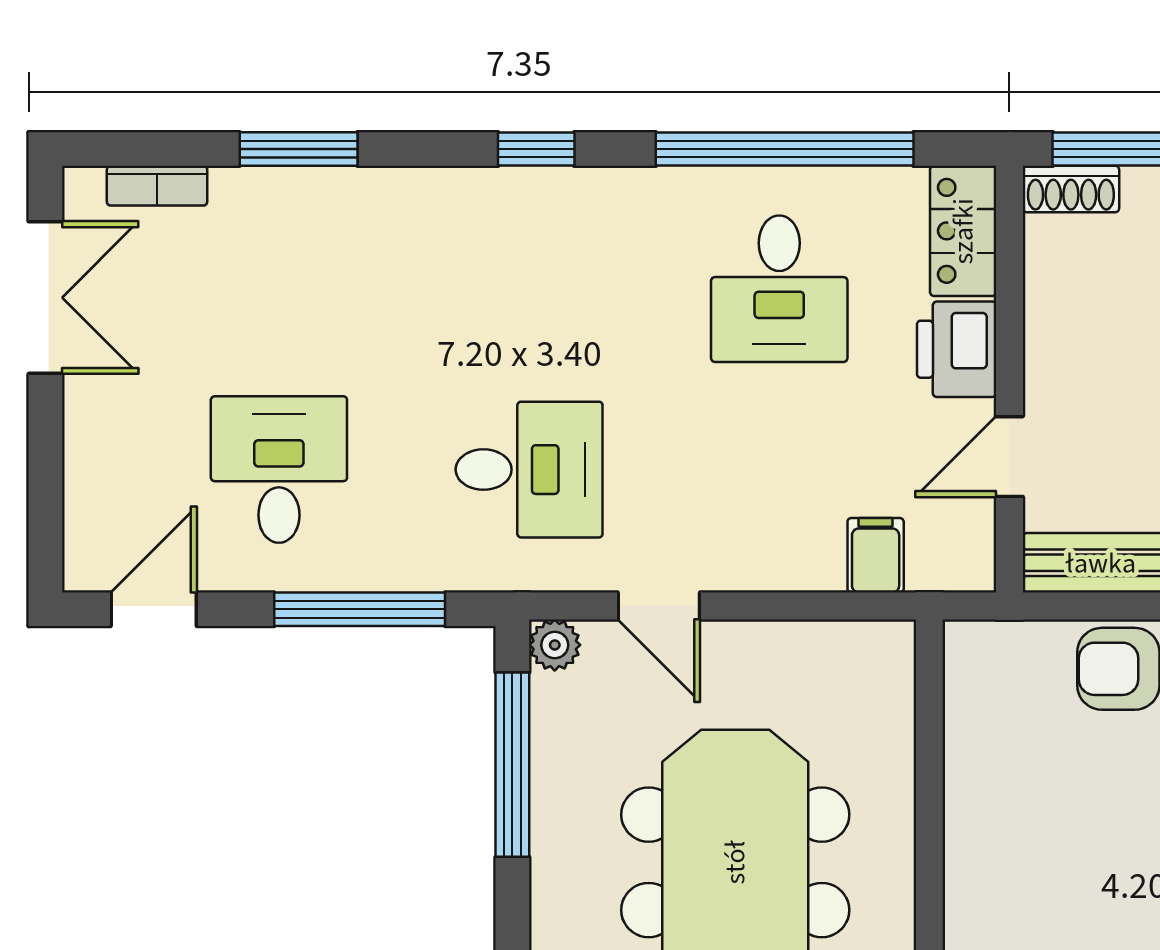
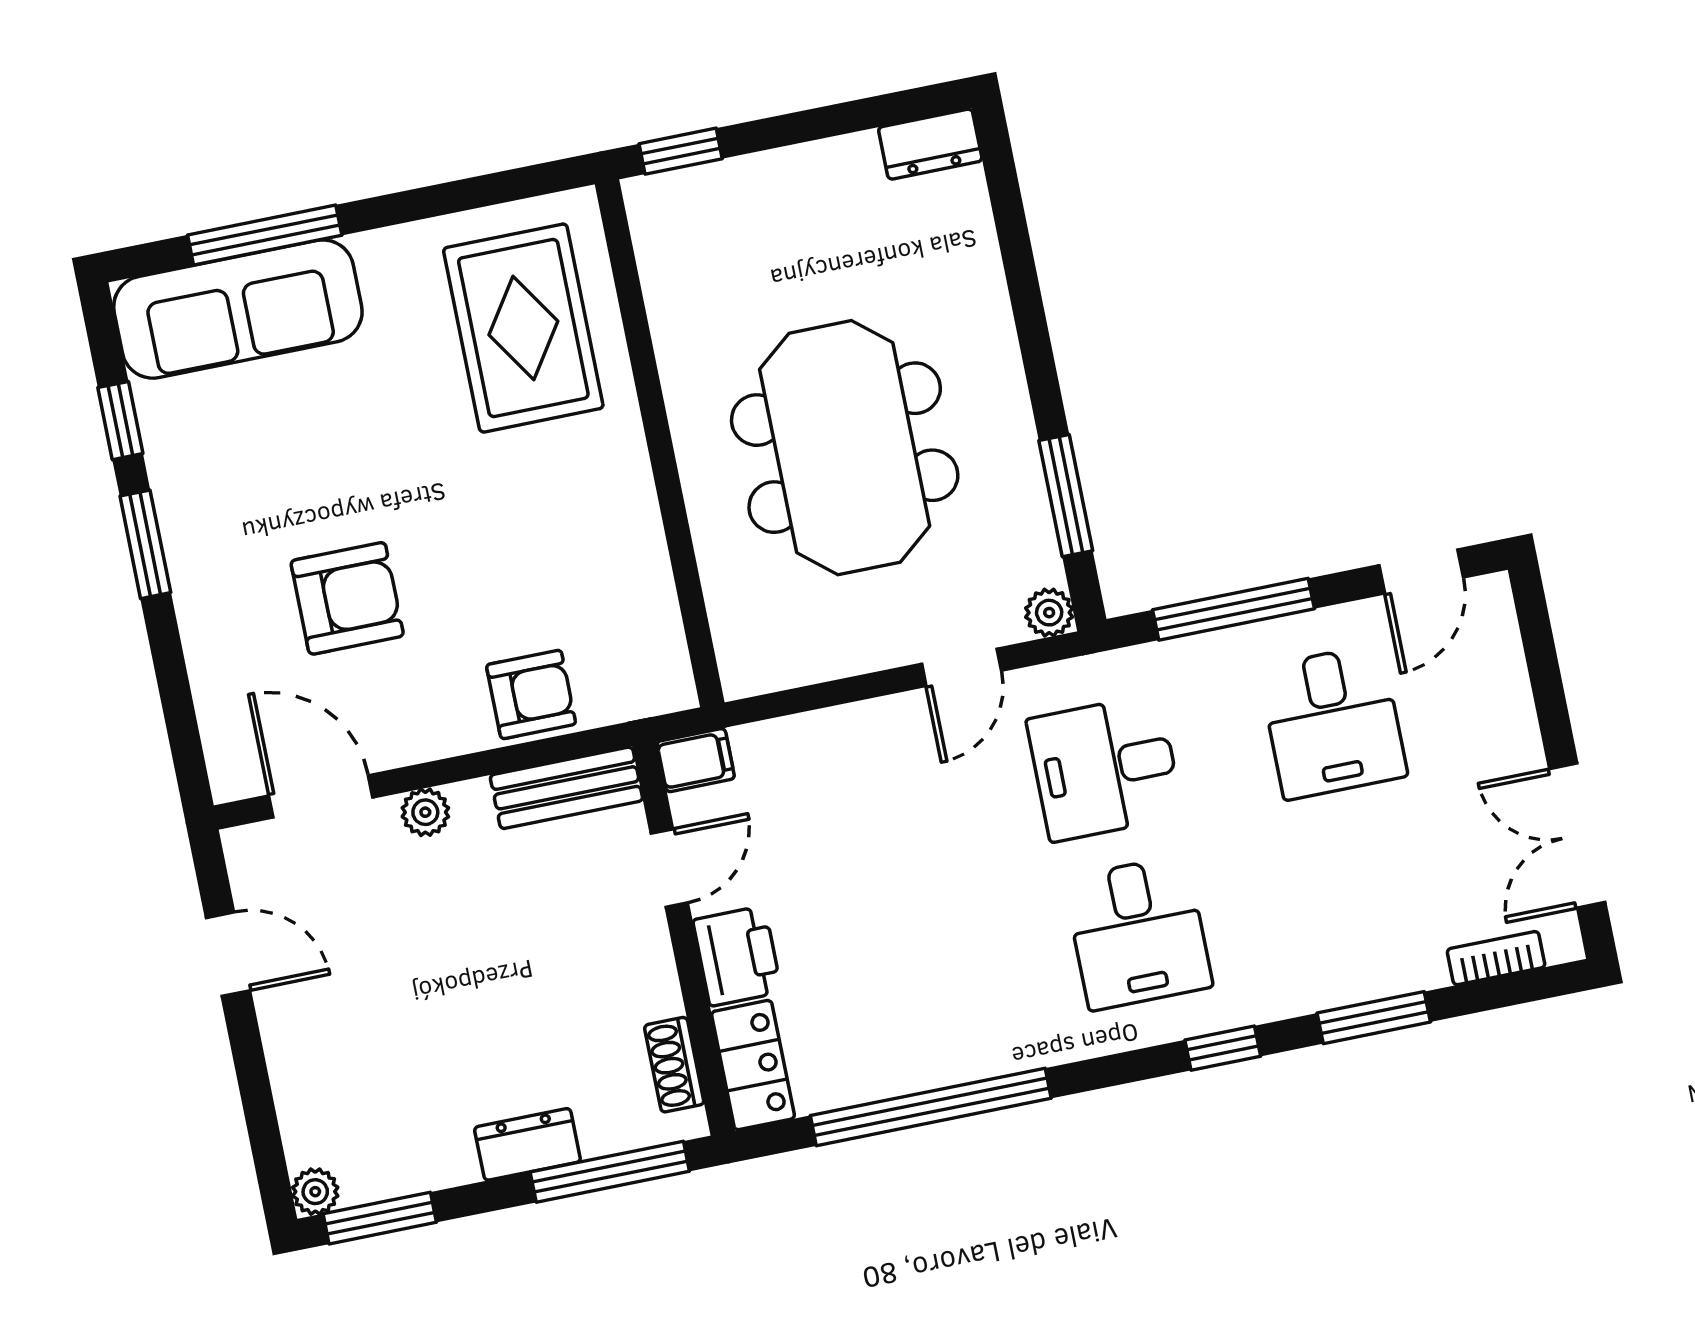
window: (536, 149) -> (1223, 1048), moved
shoe rack: (1071, 189) -> (674, 1065), moved, turned -90
desk: (779, 289) -> (1138, 933), moved, turned 180
filing cabinet: (876, 555) -> (696, 760), moved, turned -90
door: (659, 606) -> (961, 667), swing flipped
window: (512, 765) -> (1066, 496), width x0.69

